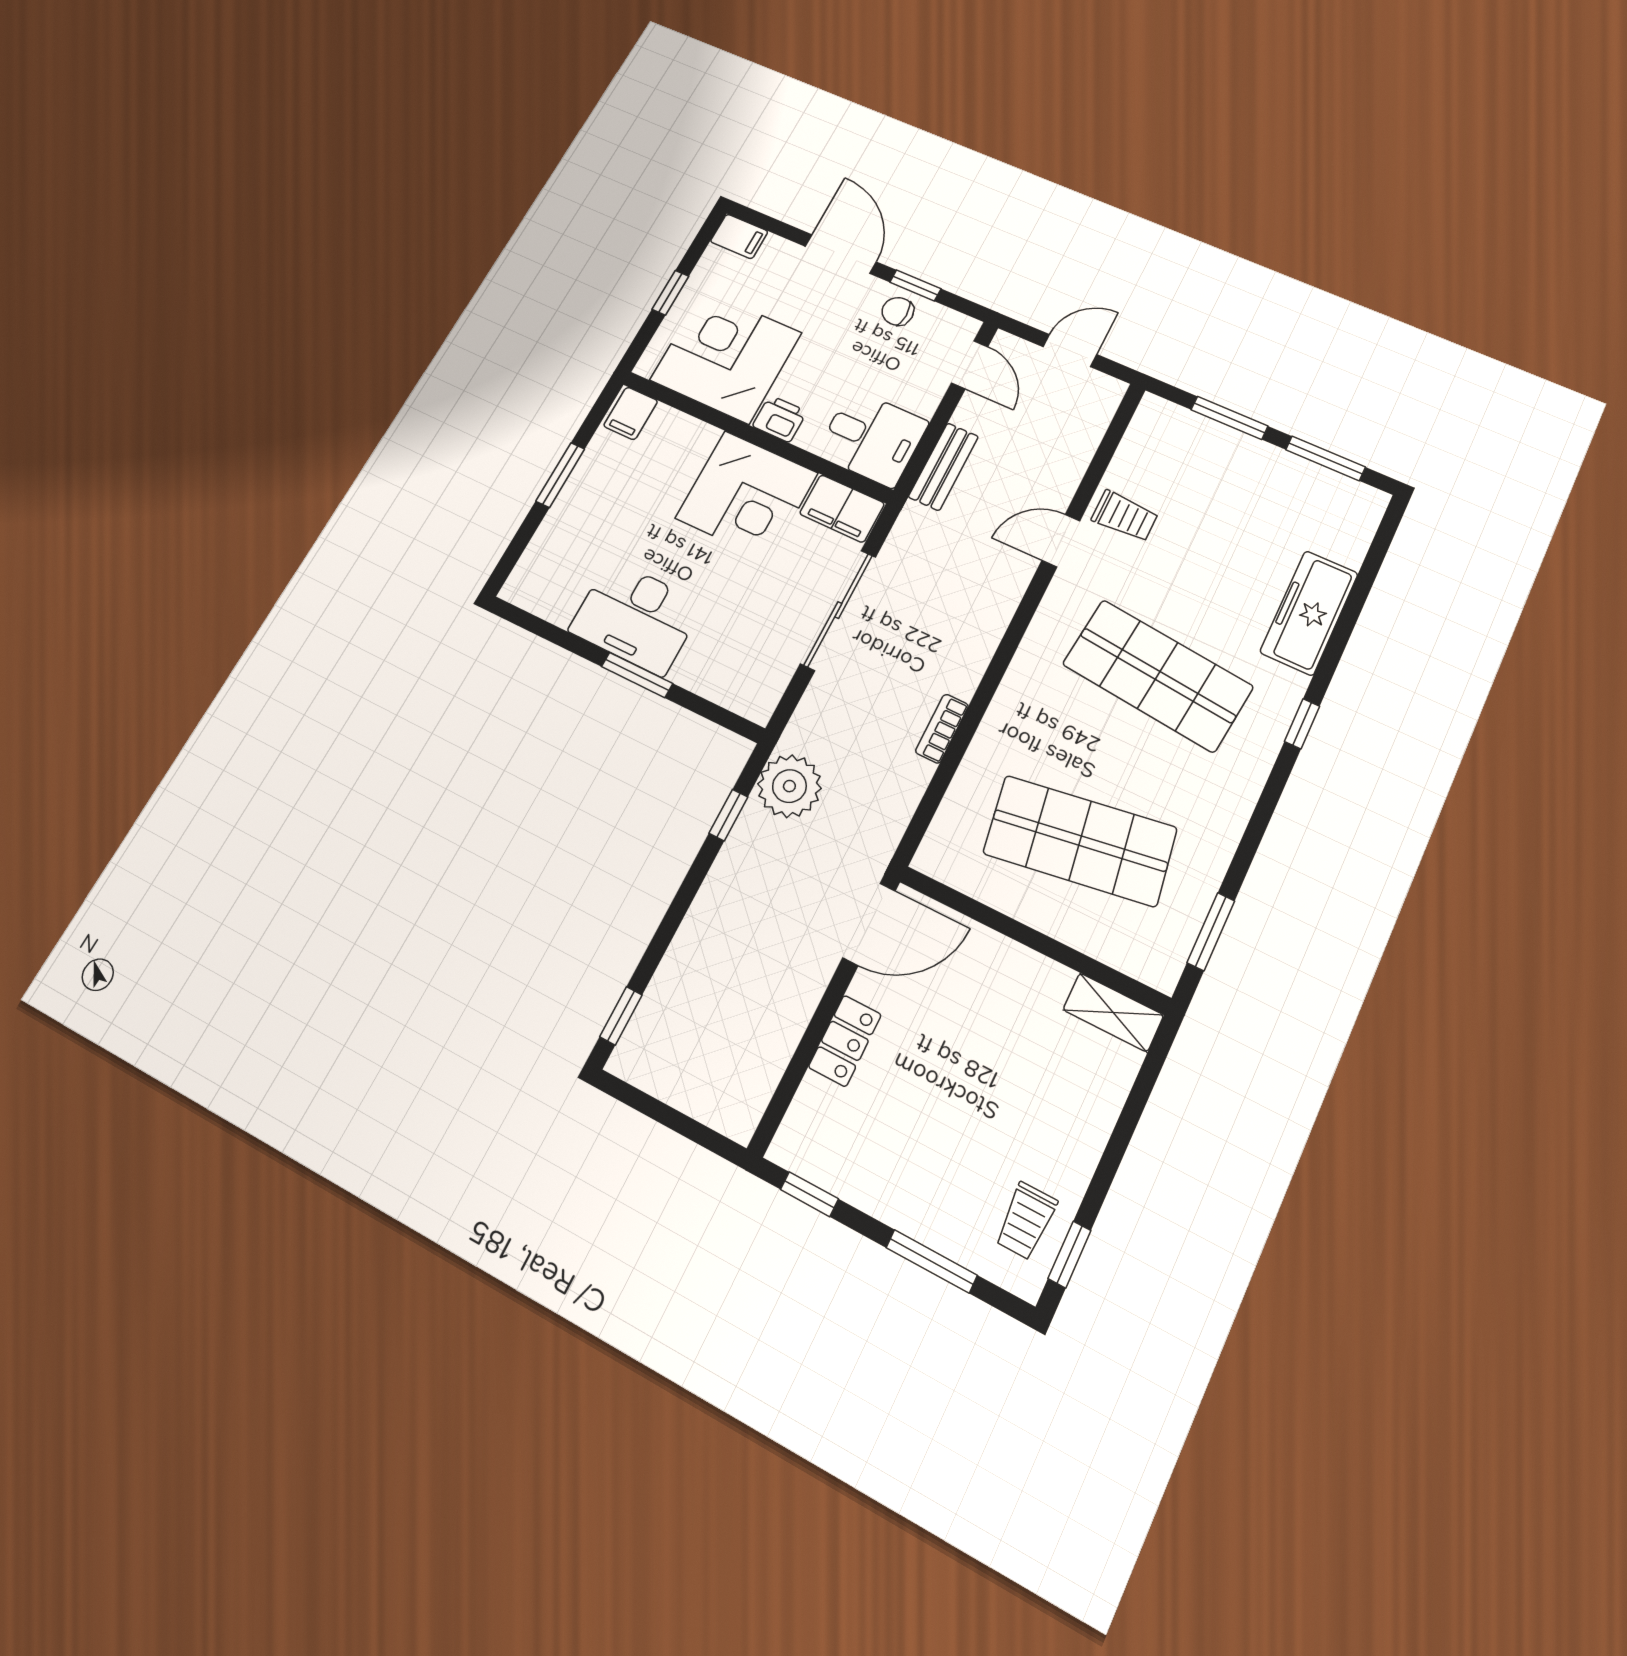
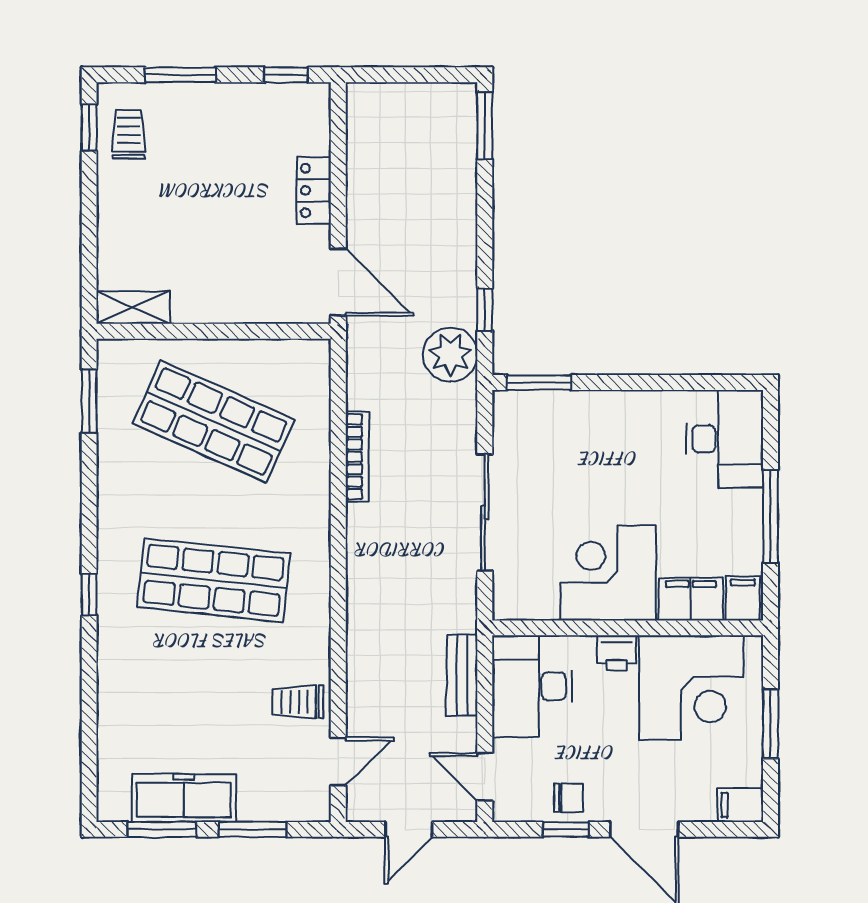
window: (670, 293) -> (770, 724), width x1.50
desk: (872, 438) -> (532, 686), width x1.37
window: (560, 475) -> (770, 517), width x1.44
filing cabinet: (842, 509) -> (691, 599), moved
door: (1061, 541) -> (338, 762), moved
freezer: (1309, 613) -> (184, 798), moved, turned -90
desk: (636, 617) -> (725, 439), moved, turned 90
window: (637, 675) -> (539, 382), moved
bookcase: (942, 729) -> (357, 457), width x1.56
shop shelf: (1080, 841) -> (214, 422), turned 33
door: (869, 924) -> (338, 282), swing flipped
window: (621, 1016) -> (485, 125), width x1.50

